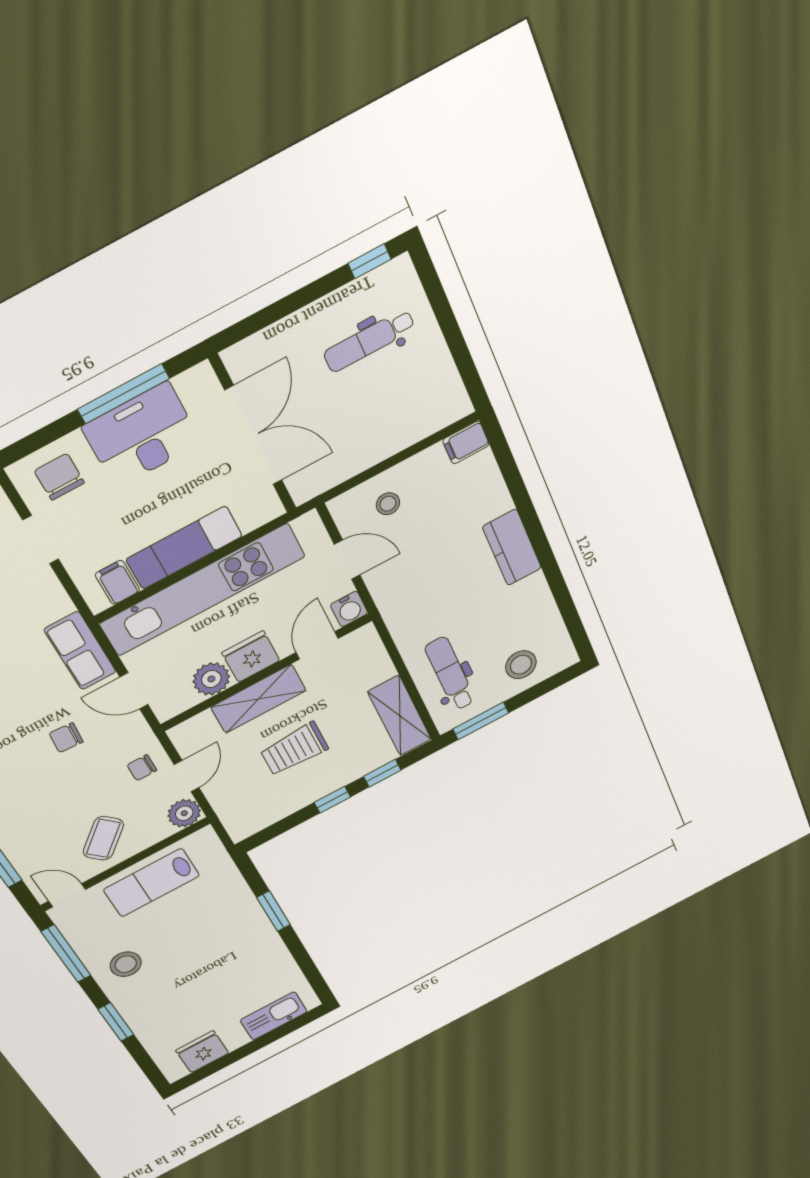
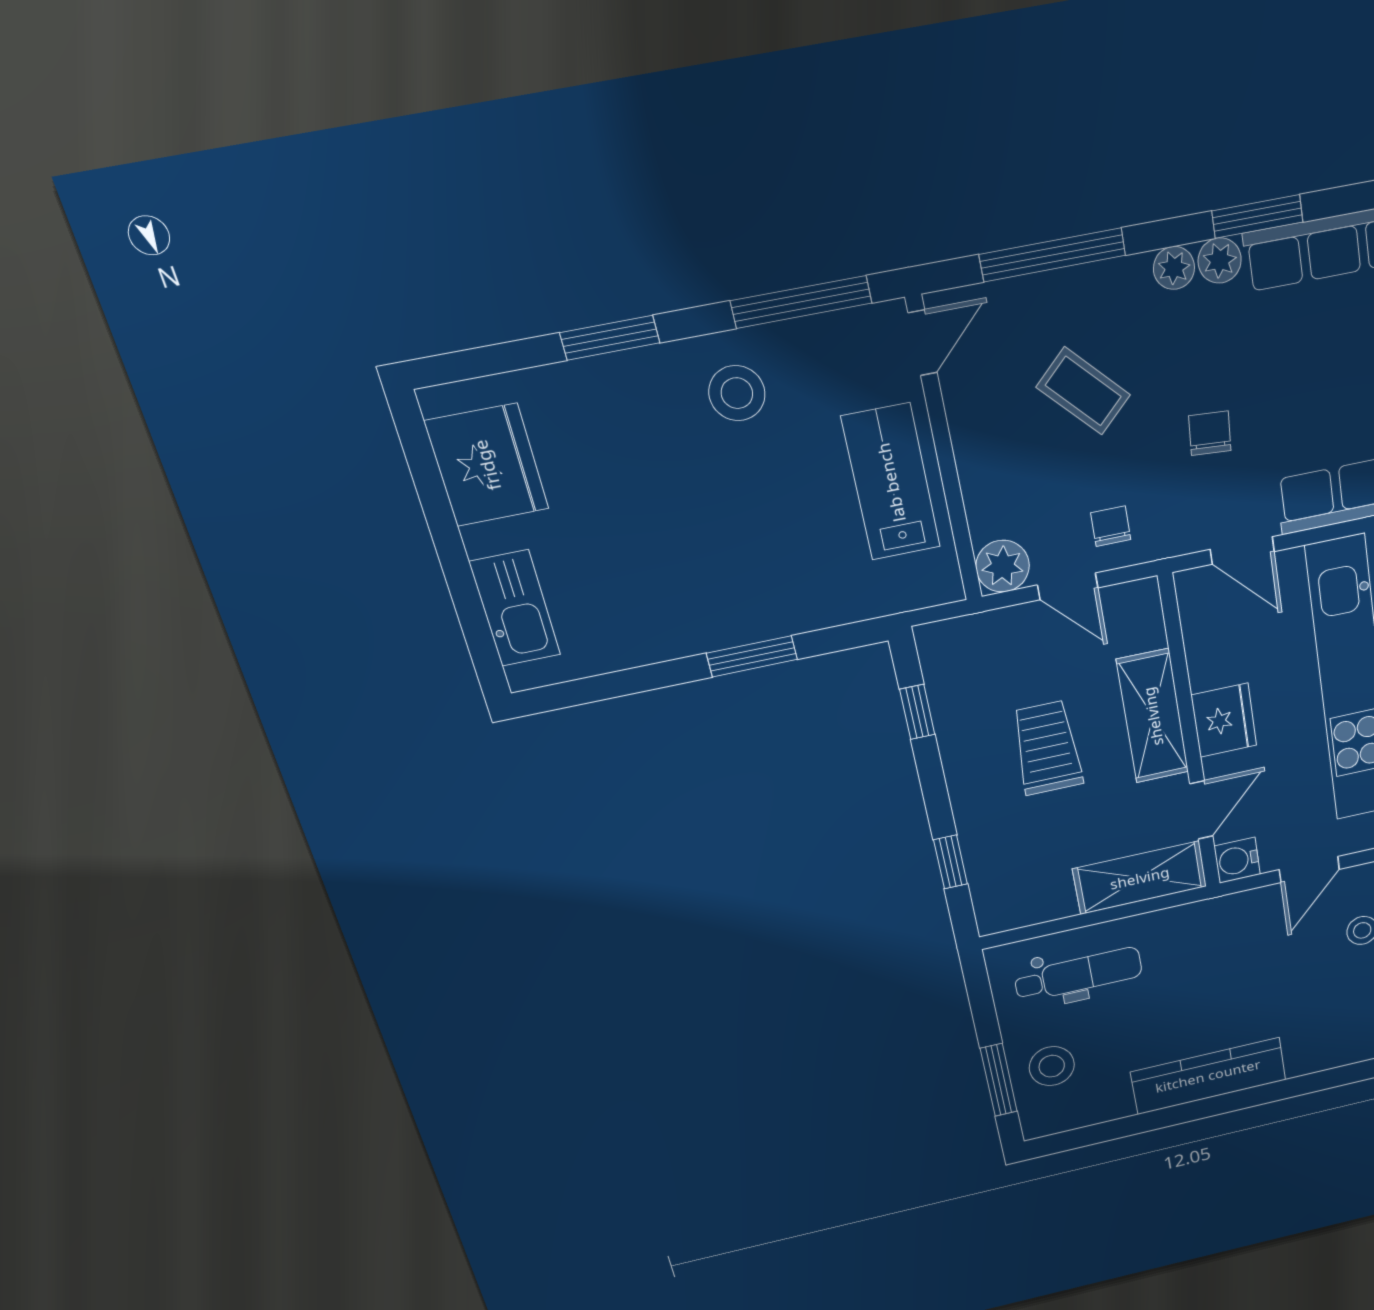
kitchen counter: (512, 547) -> (1208, 1076), width x1.50
door: (317, 645) -> (1201, 810), hinge flipped
plant: (211, 679) -> (1213, 660), removed
door: (134, 691) -> (1242, 550), swing flipped
shelving: (400, 716) -> (1140, 878), moved
window: (481, 721) -> (999, 1080), moved
window: (332, 800) -> (917, 712), moved
coffee table: (103, 838) -> (1083, 391), moved
fridge: (202, 1052) -> (487, 465), width x1.36, depth x1.34

